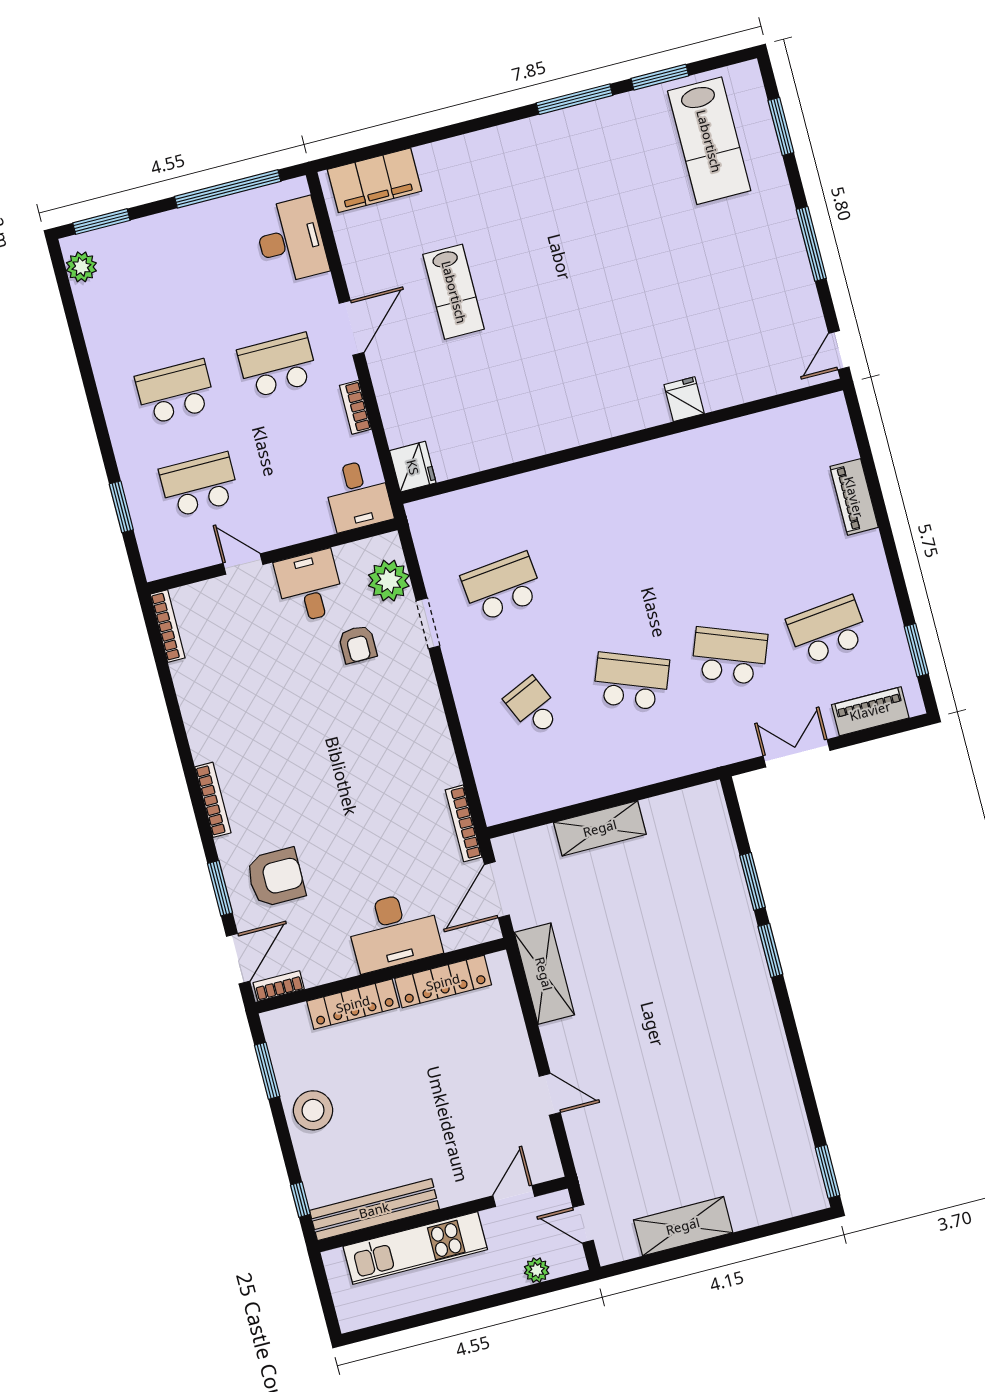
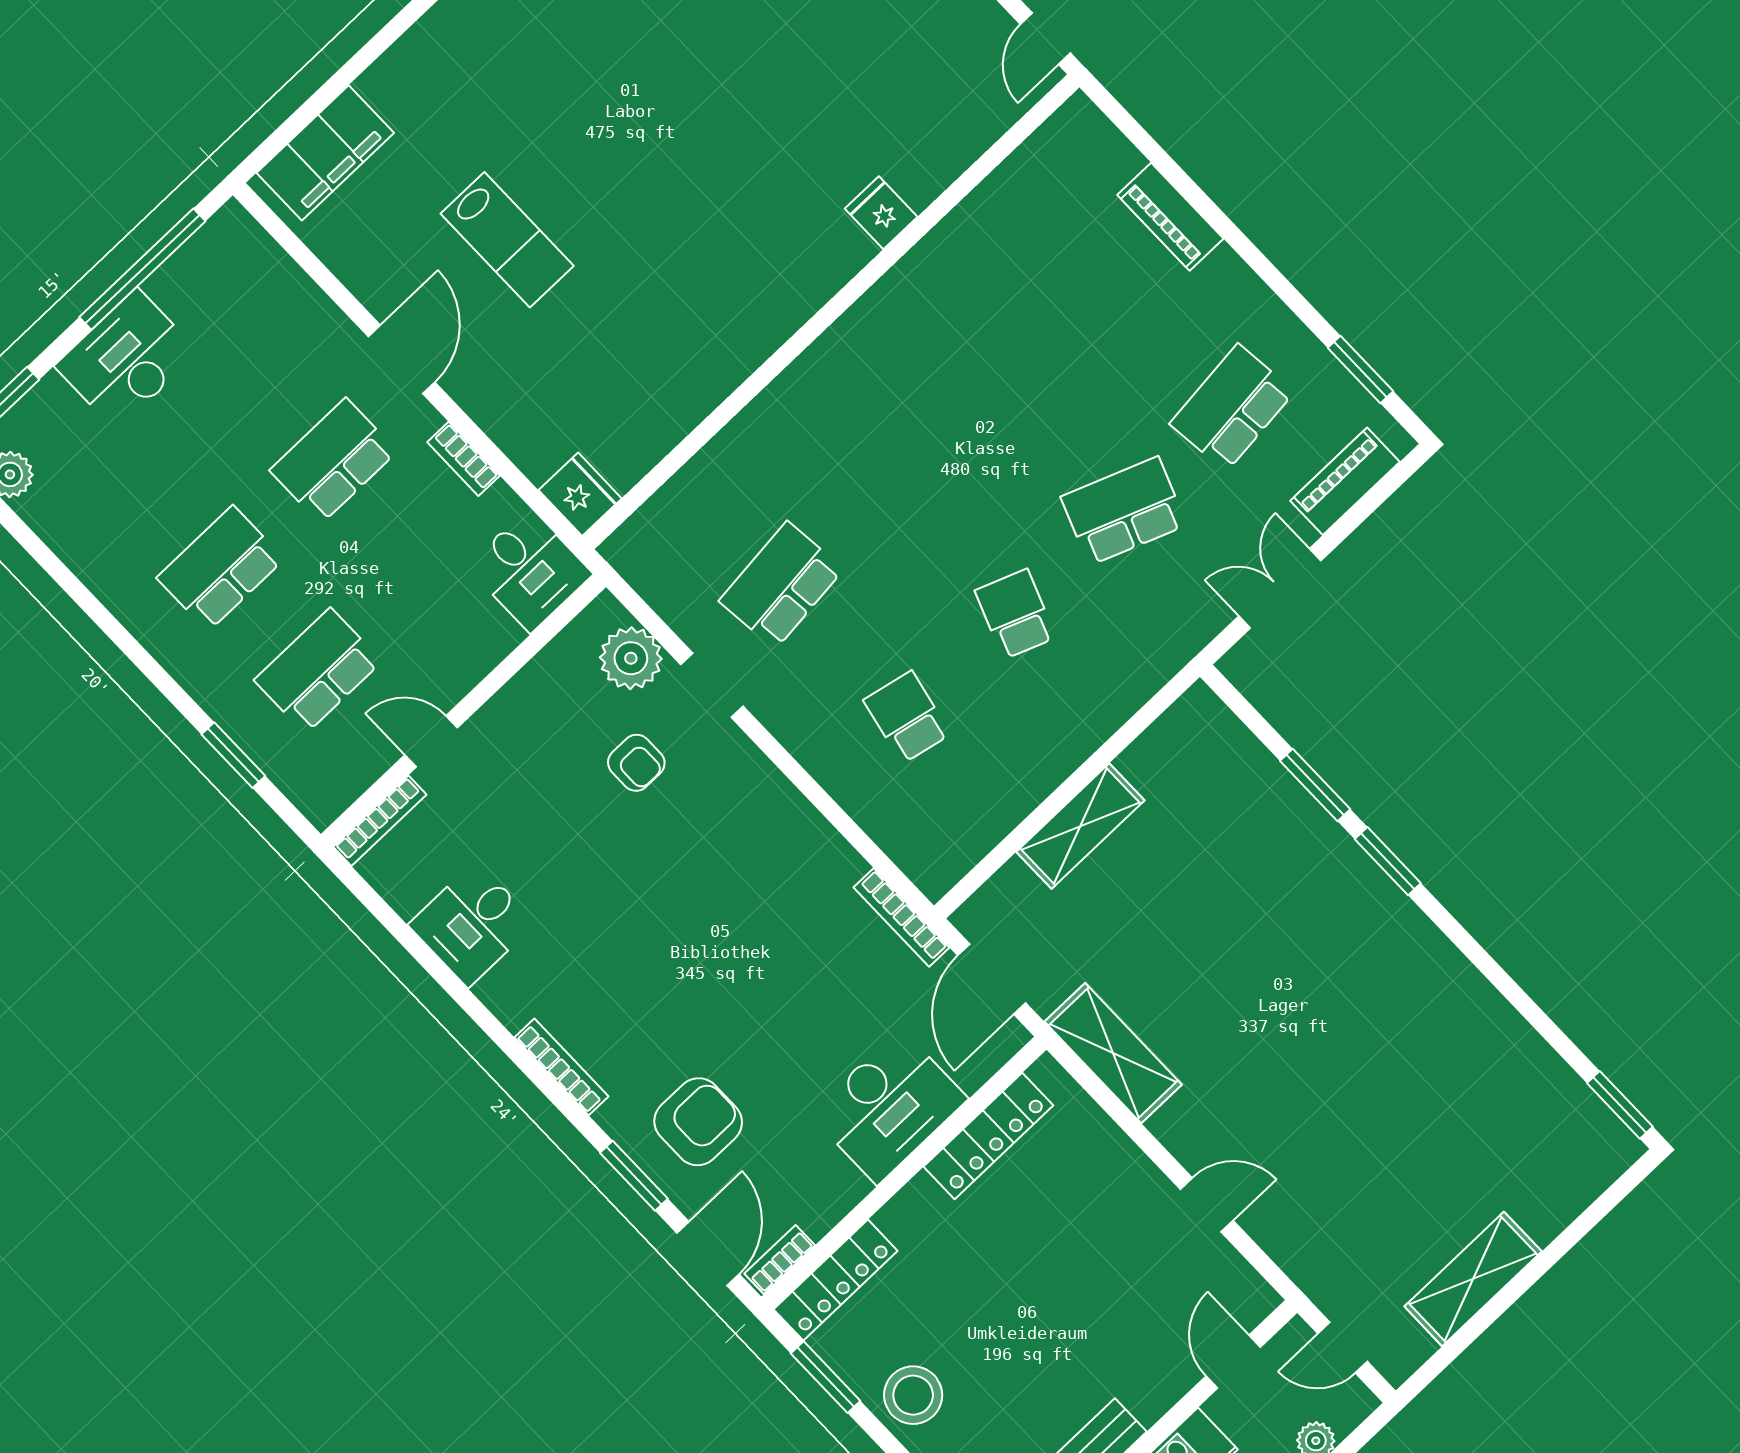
desk: (291, 241) -> (127, 359), moved, turned -90
desk: (310, 586) -> (472, 924), moved, turned -90
bookcase: (168, 626) -> (380, 821), moved, turned 90
school desk: (631, 681) -> (1015, 614), width x0.54
school desk: (533, 707) -> (907, 717), turned 36
locker: (353, 1004) -> (836, 1280), moved

